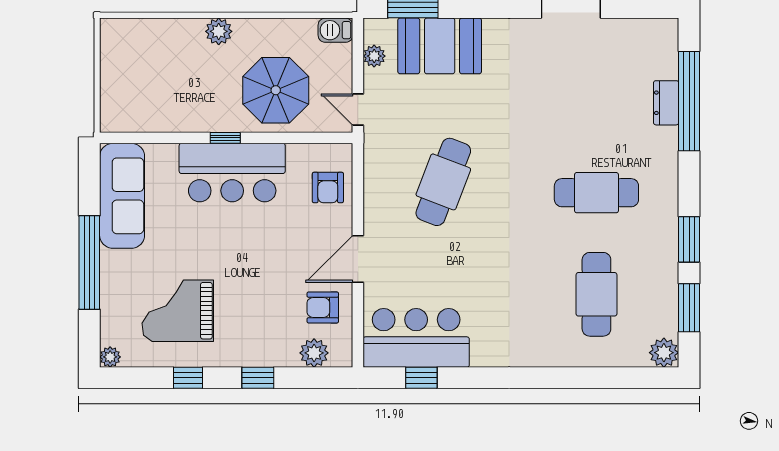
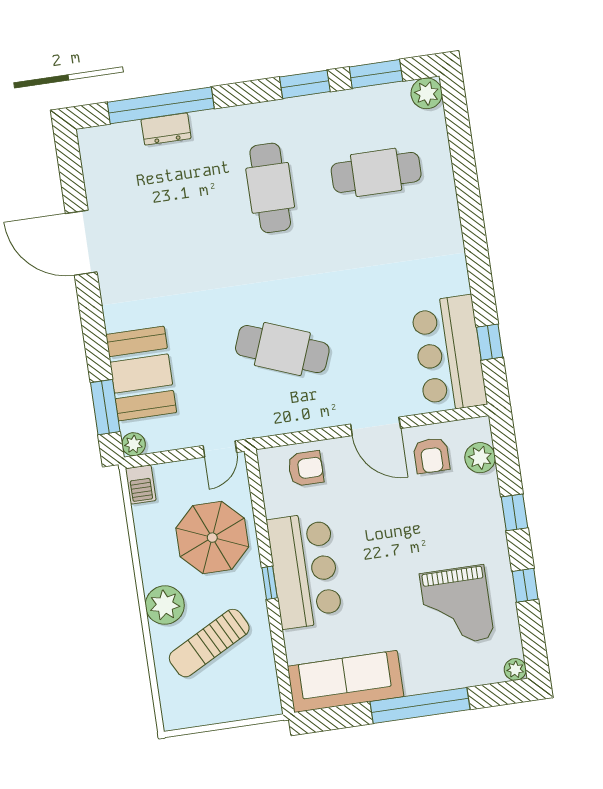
plant: (219, 31) -> (165, 605), width x1.36, depth x1.36
plant: (374, 56) -> (134, 444), moved
sun lounger: (177, 73) -> (209, 643), added

